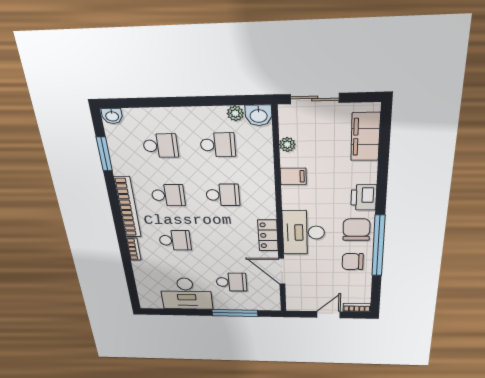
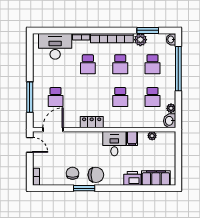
sliding door: (315, 99) -> (178, 151), removed
window: (162, 102) -> (178, 69), added
plant: (122, 165) -> (140, 40), added
printer: (364, 197) -> (132, 178), moved
desk: (303, 233) -> (114, 144), moved, width x0.73
window: (378, 246) -> (84, 188), width x0.47
door: (282, 271) -> (53, 130), moved
desk: (186, 294) -> (55, 46), moved, turned 90
door: (328, 315) -> (30, 145), moved

